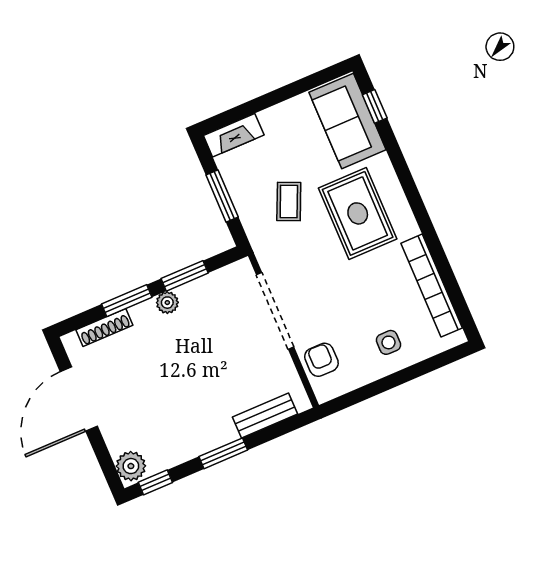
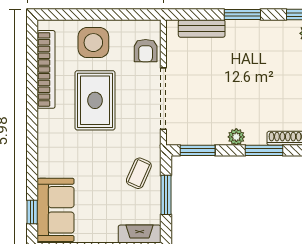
coffee table: (289, 201) -> (139, 173), moved
rug: (358, 213) -> (95, 100), moved
window: (185, 276) -> (198, 150), moved
side table: (388, 342) -> (93, 43), width x1.87, depth x1.87

